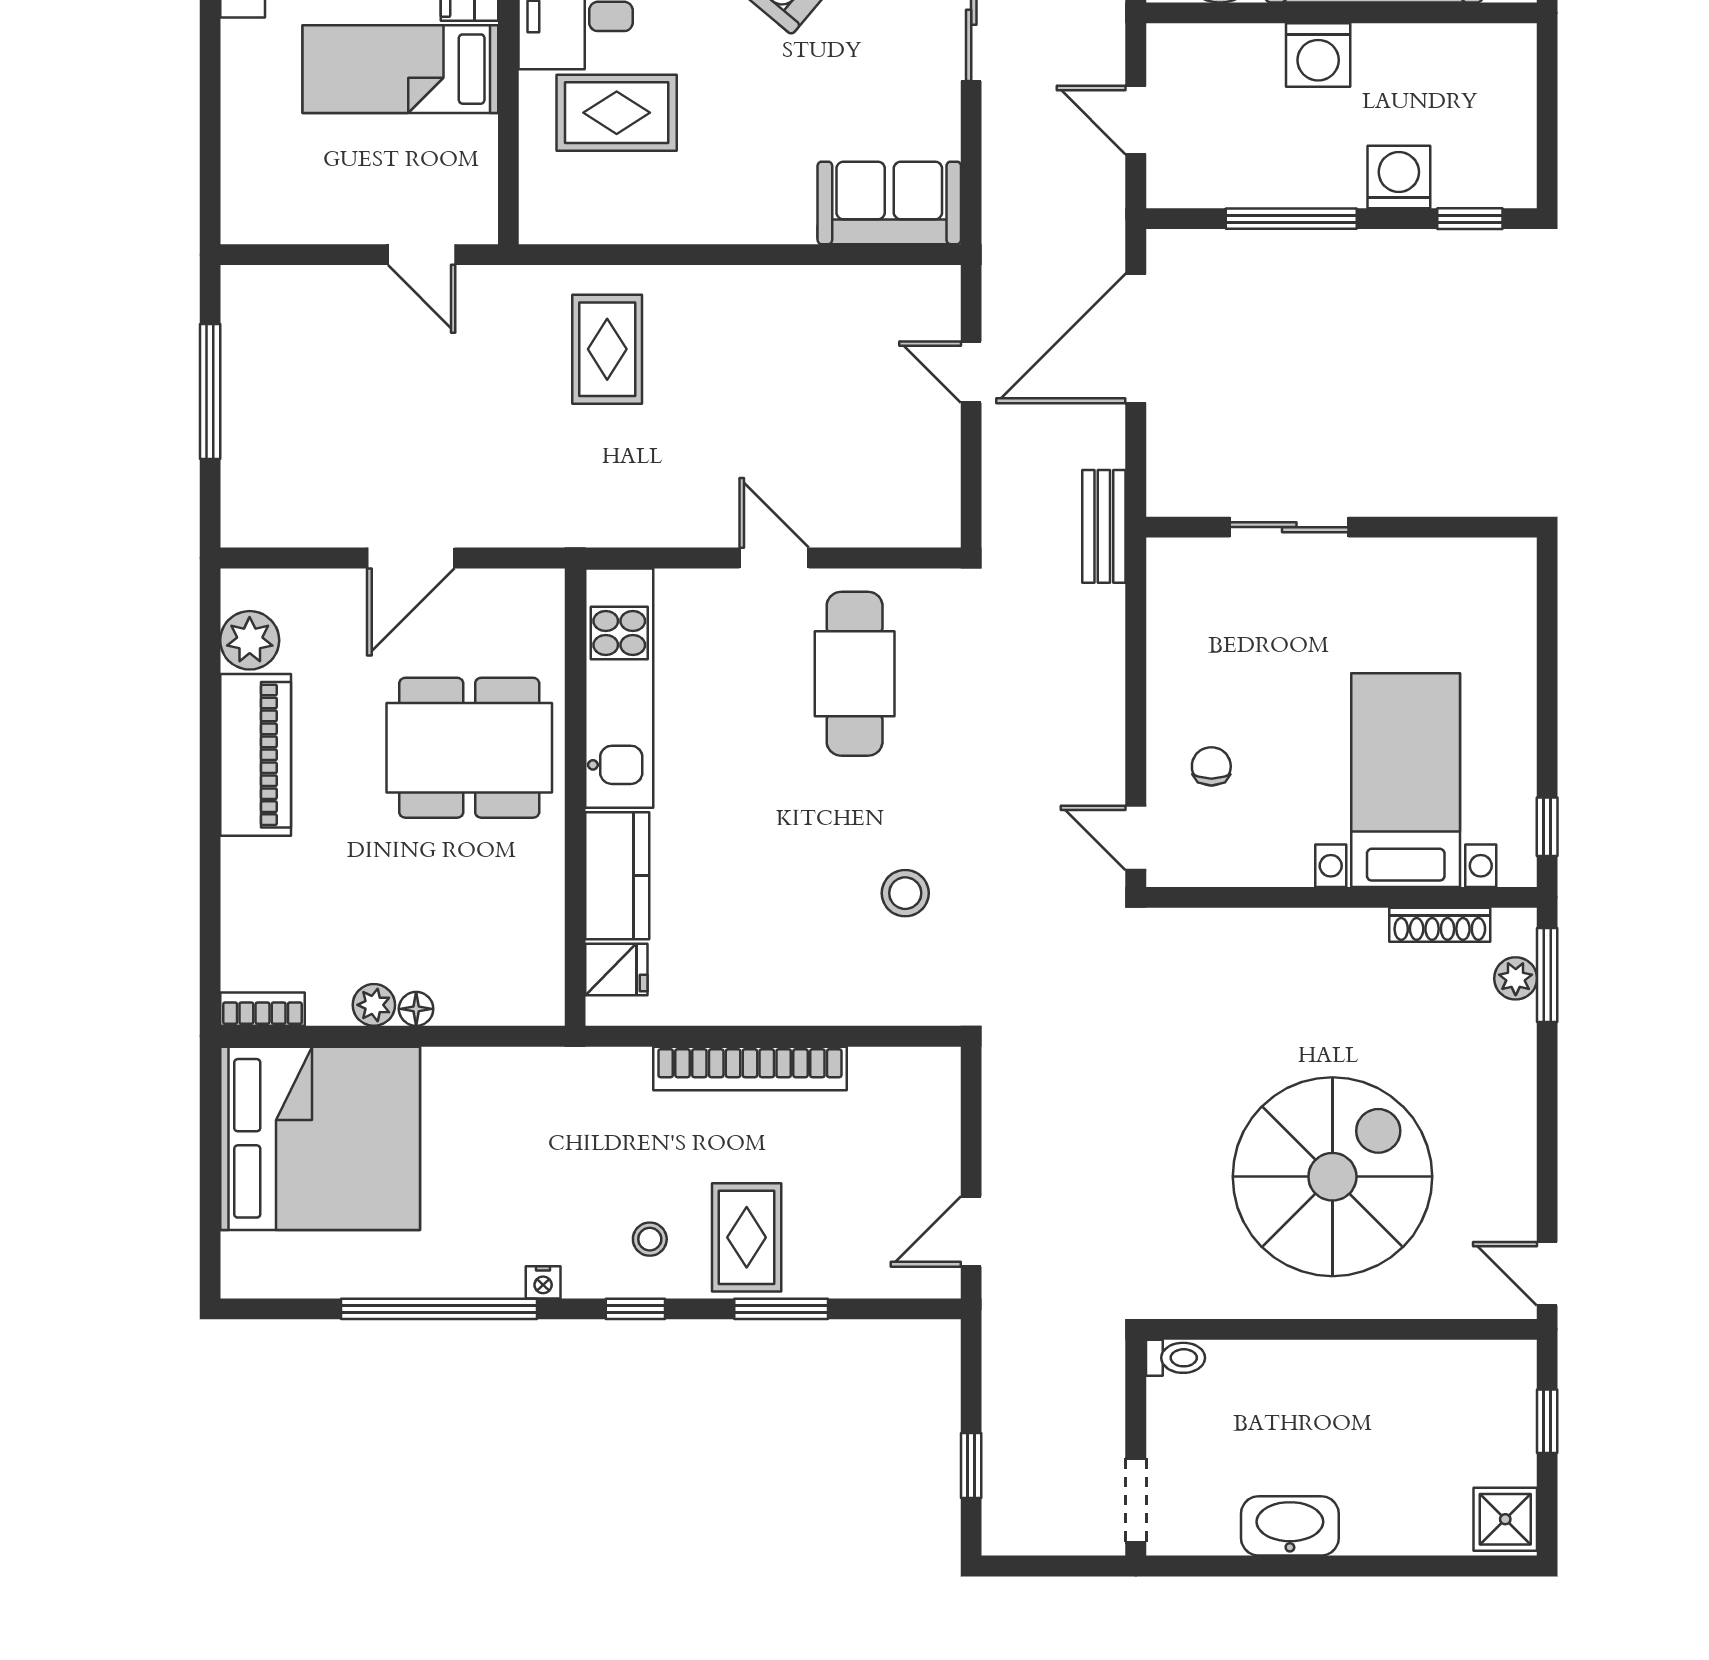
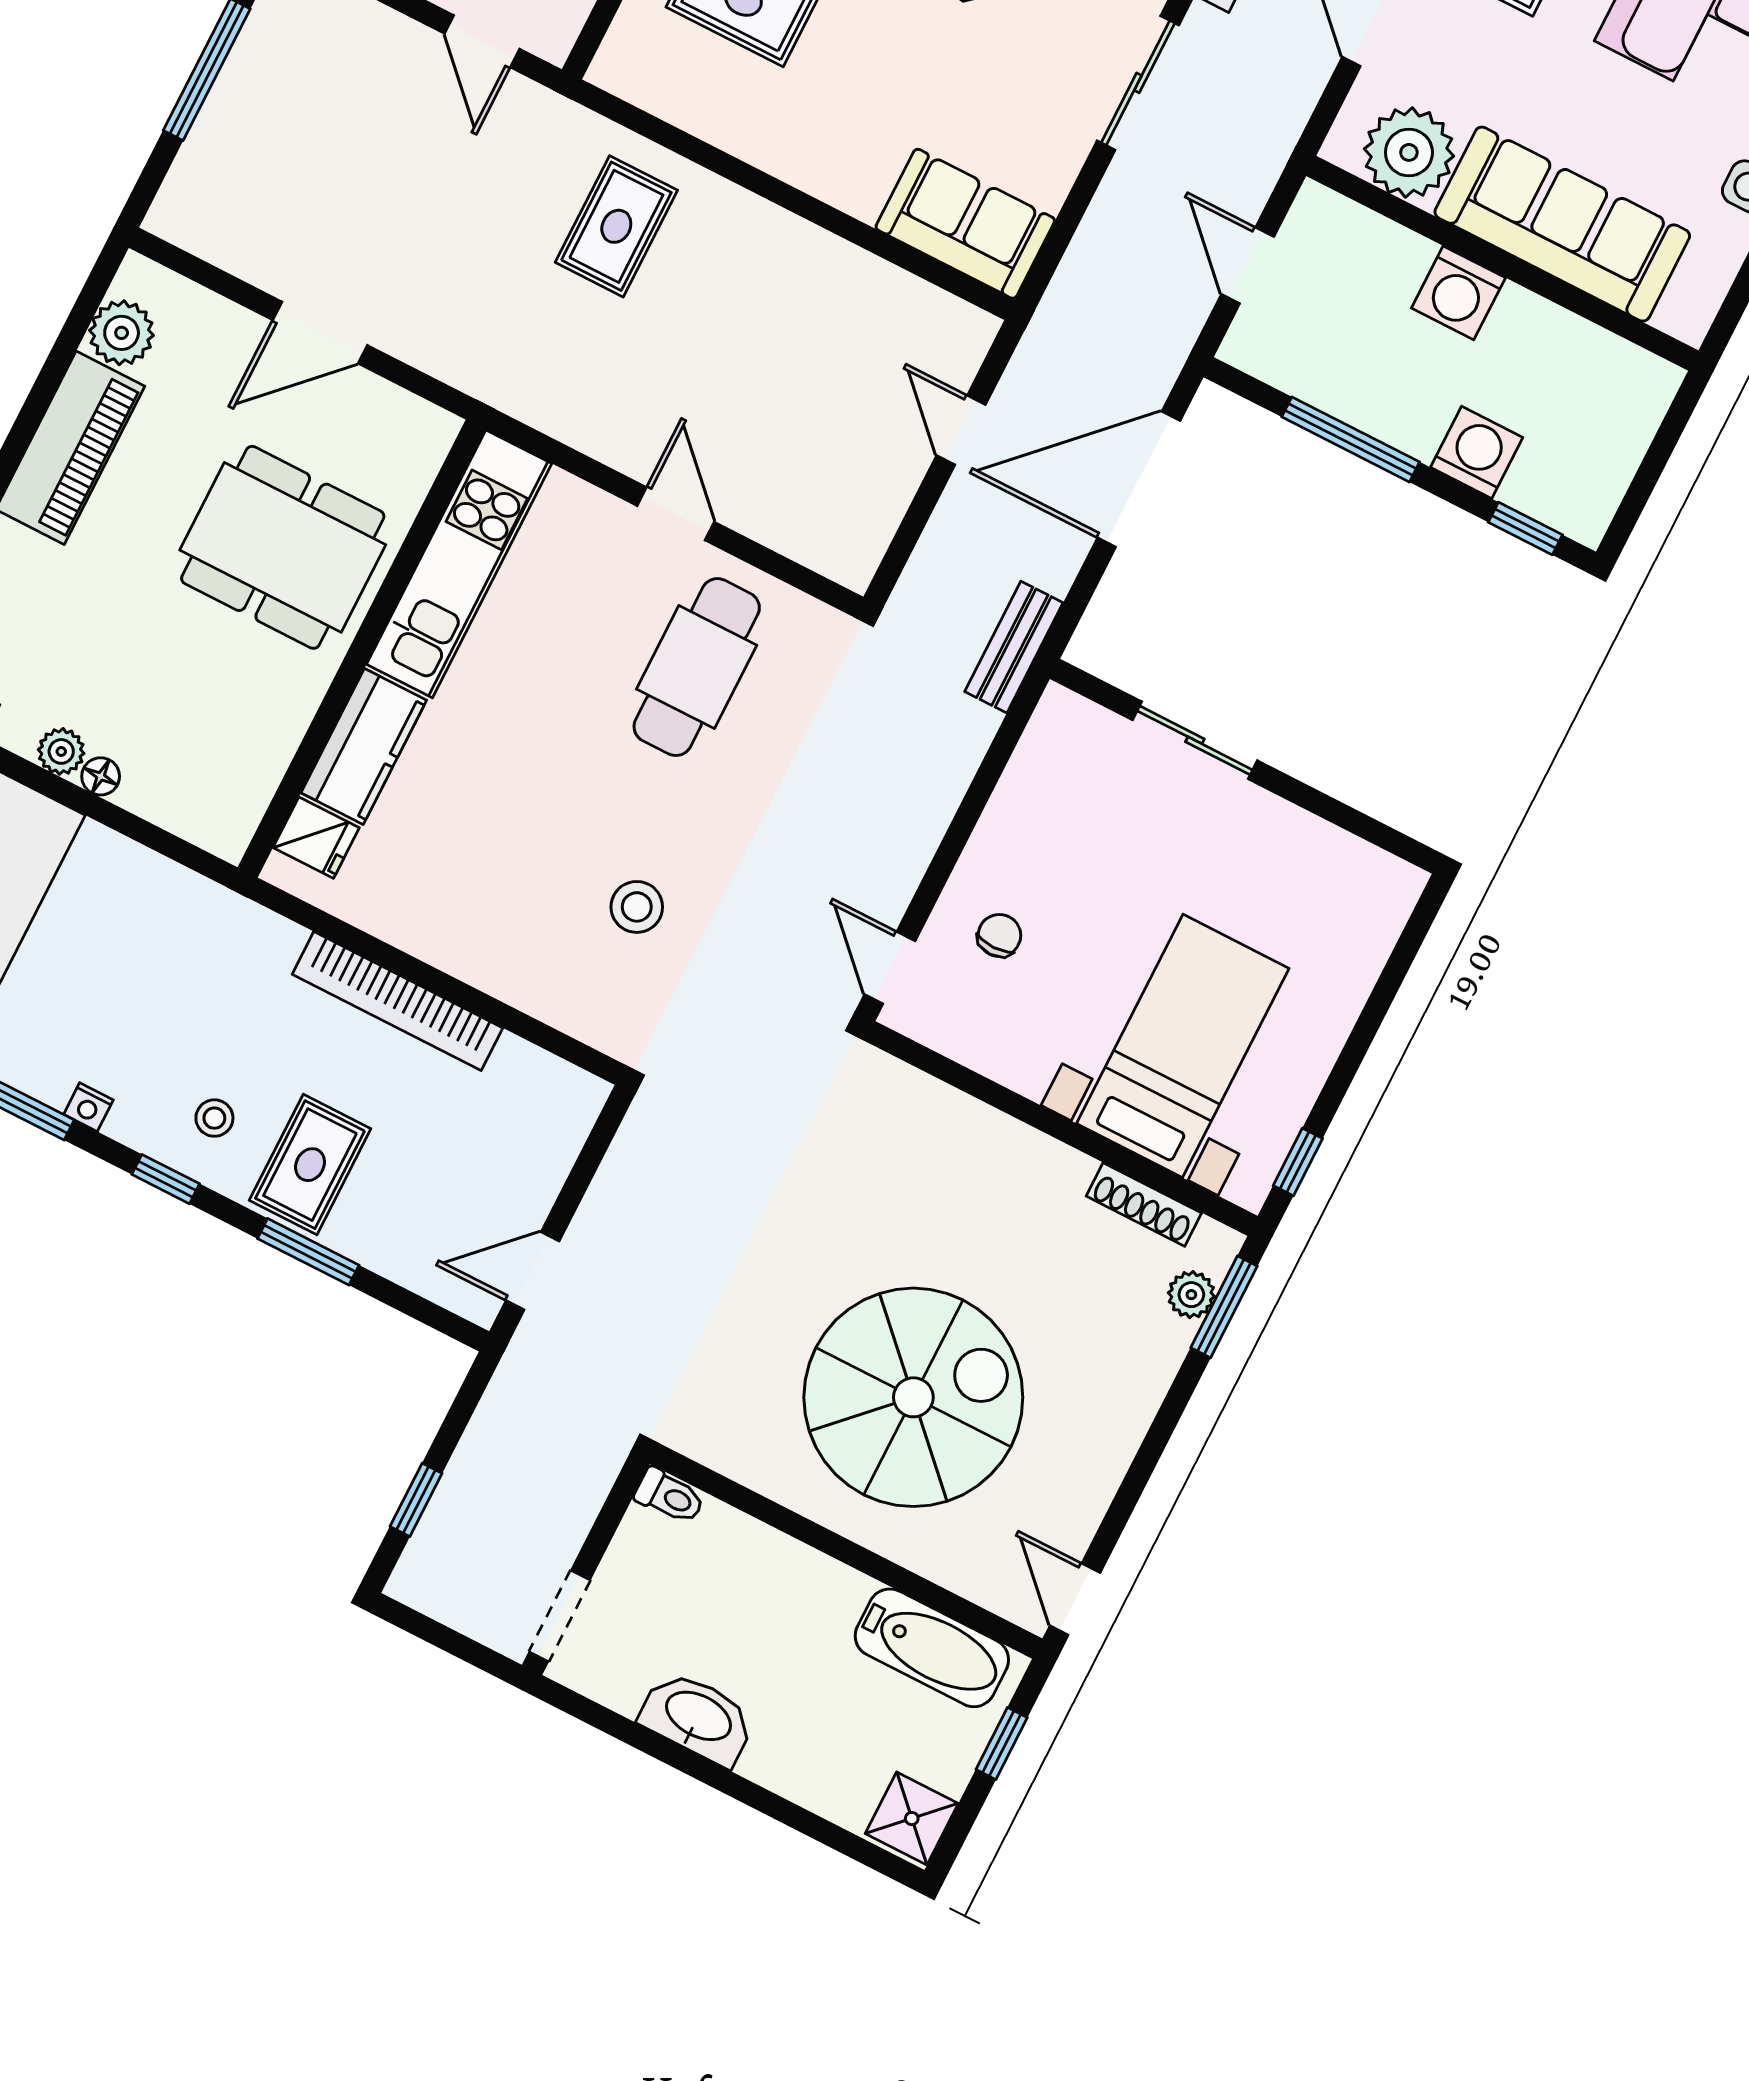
bathtub: (1451, 1372) -> (932, 1648), added

